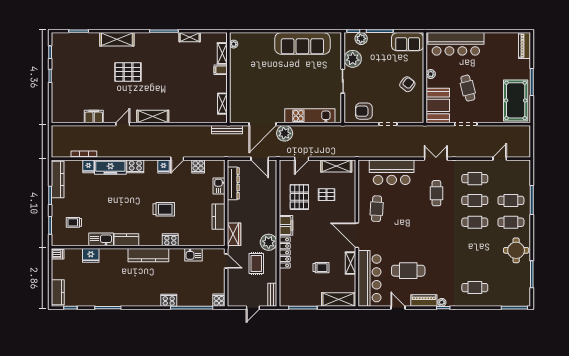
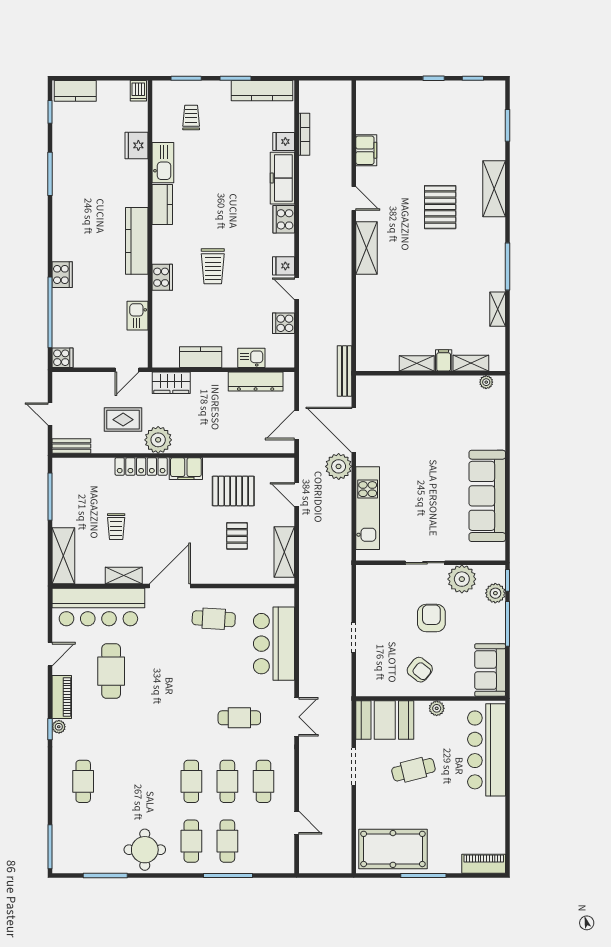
shelving: (222, 104) -> (417, 363), moved
armchair: (364, 111) -> (431, 618), moved

